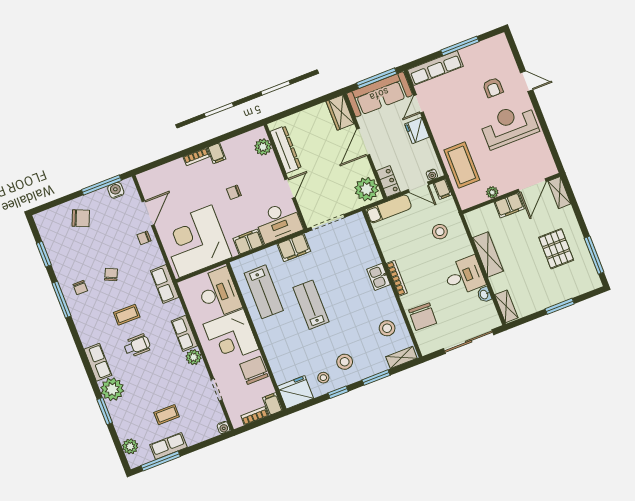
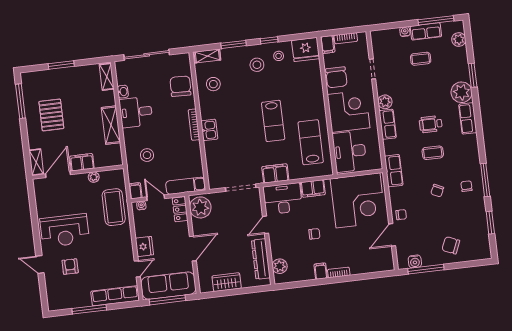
wardrobe: (340, 112) -> (227, 282), moved, turned -90
water cooler: (223, 428) -> (405, 32), moved

